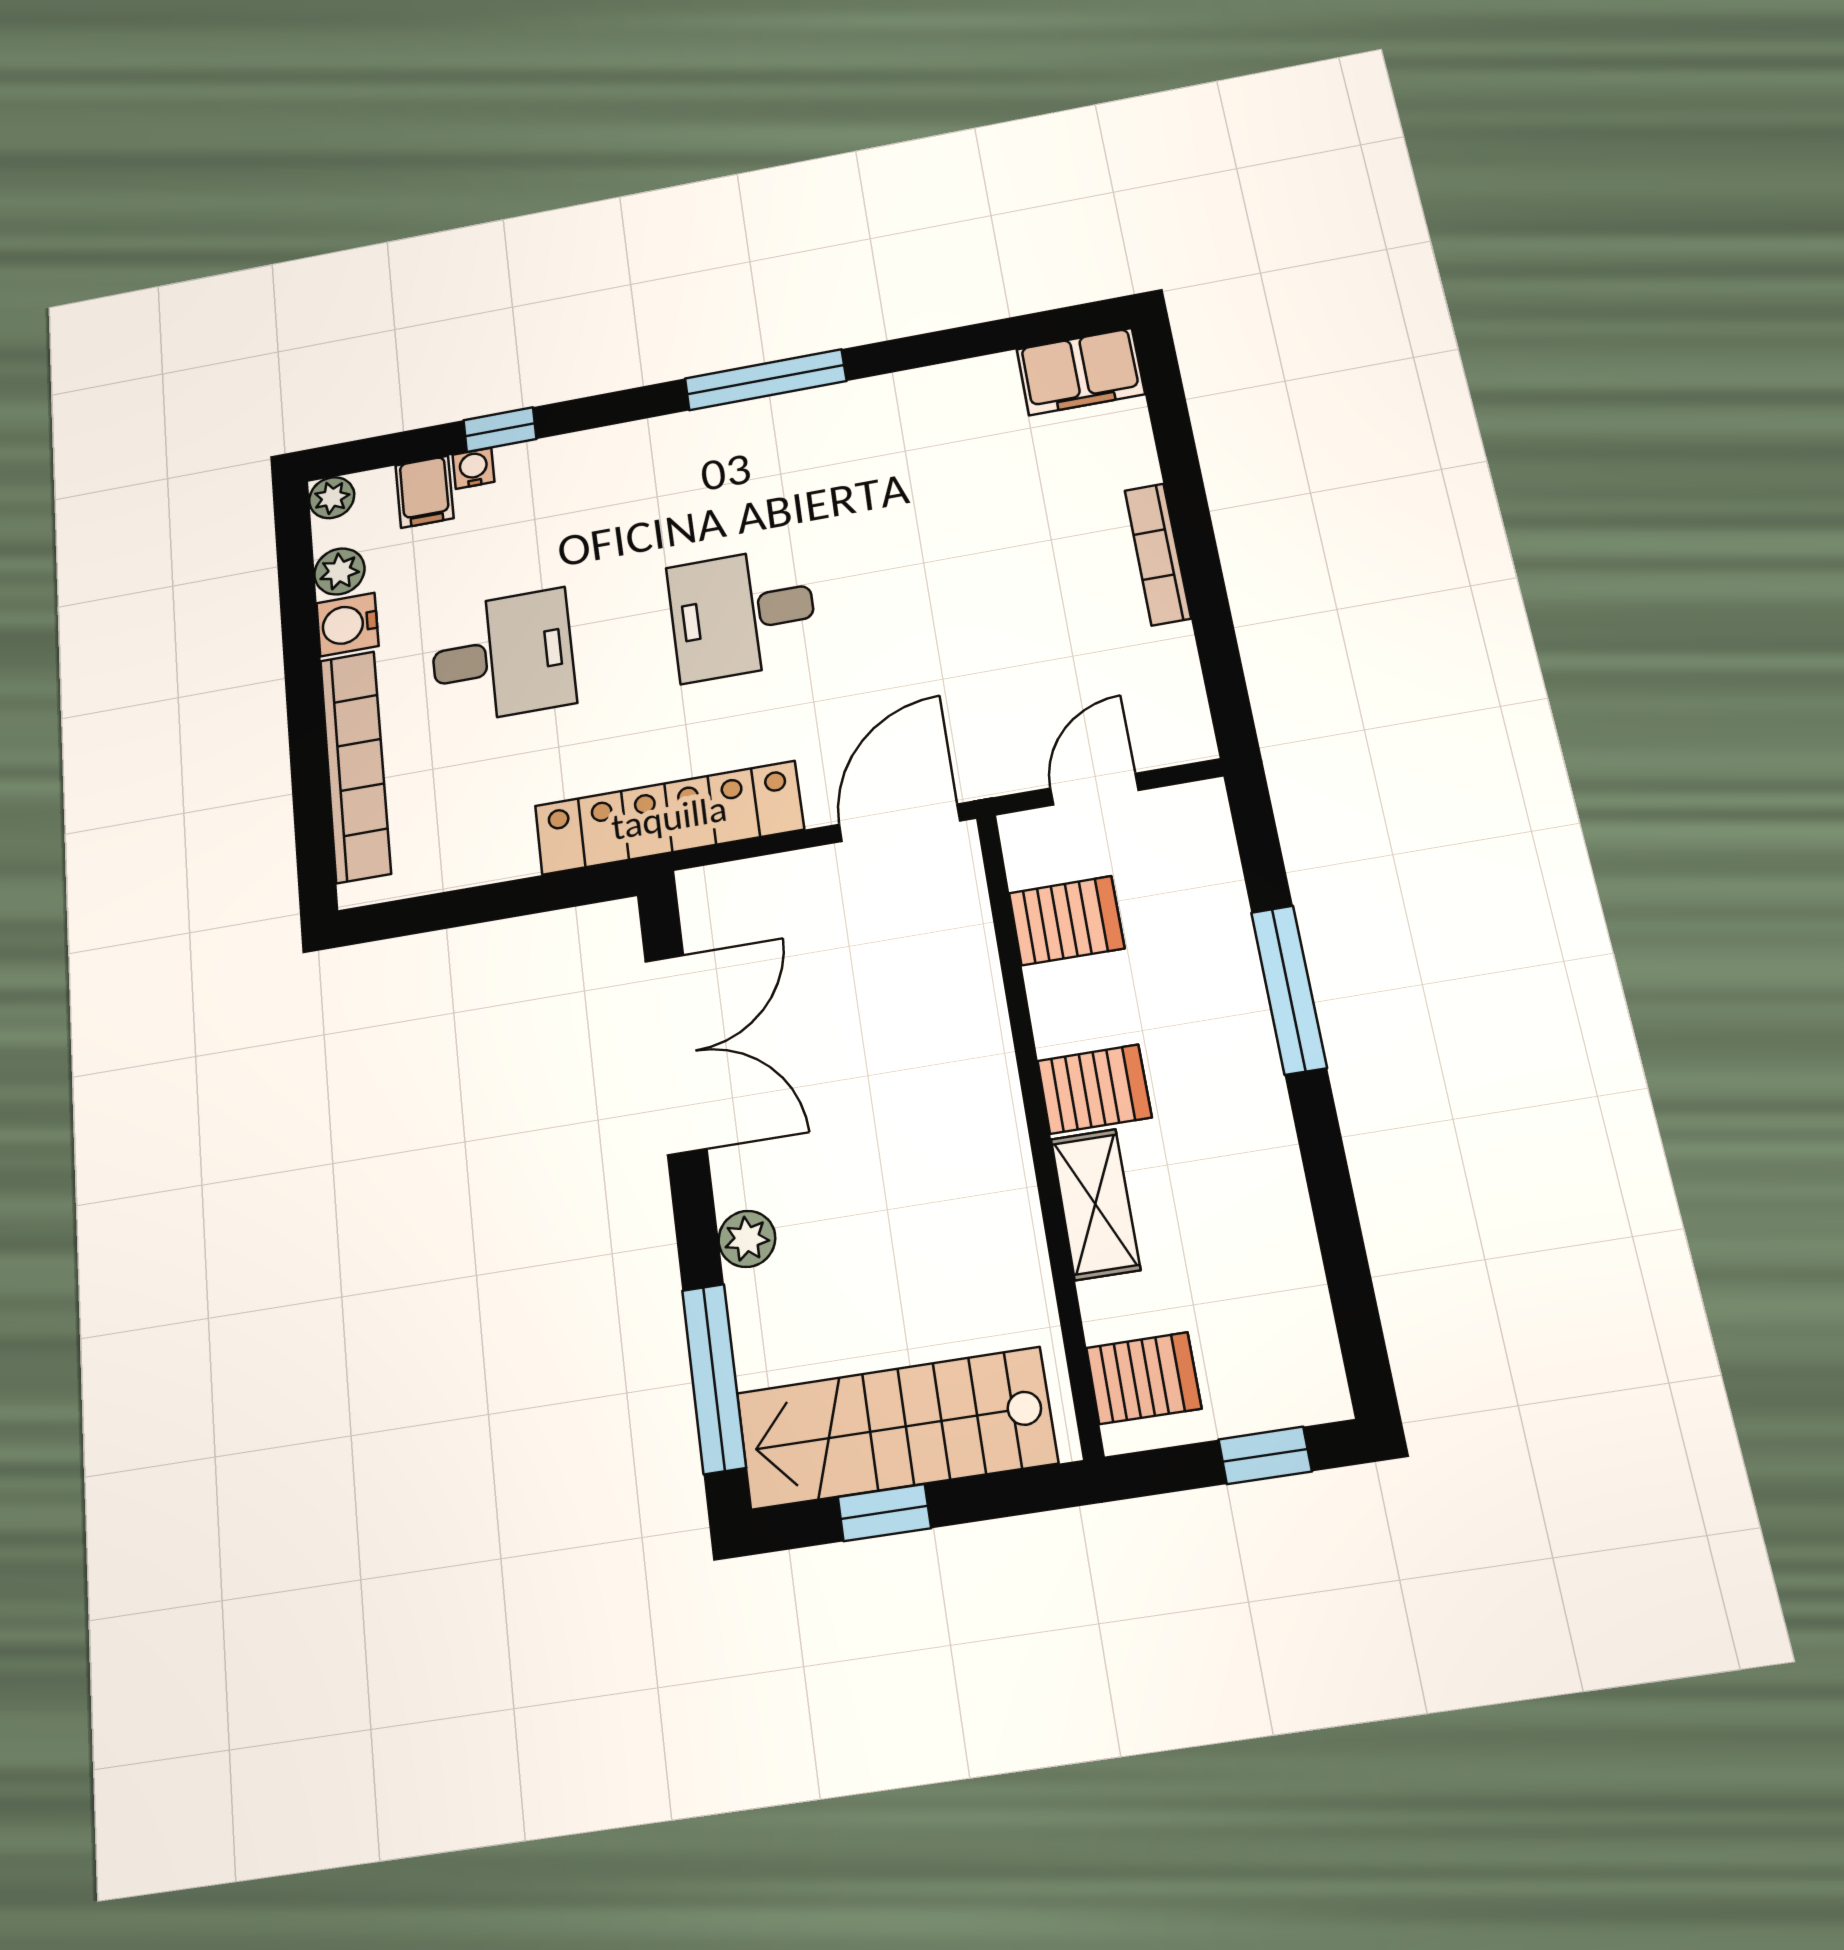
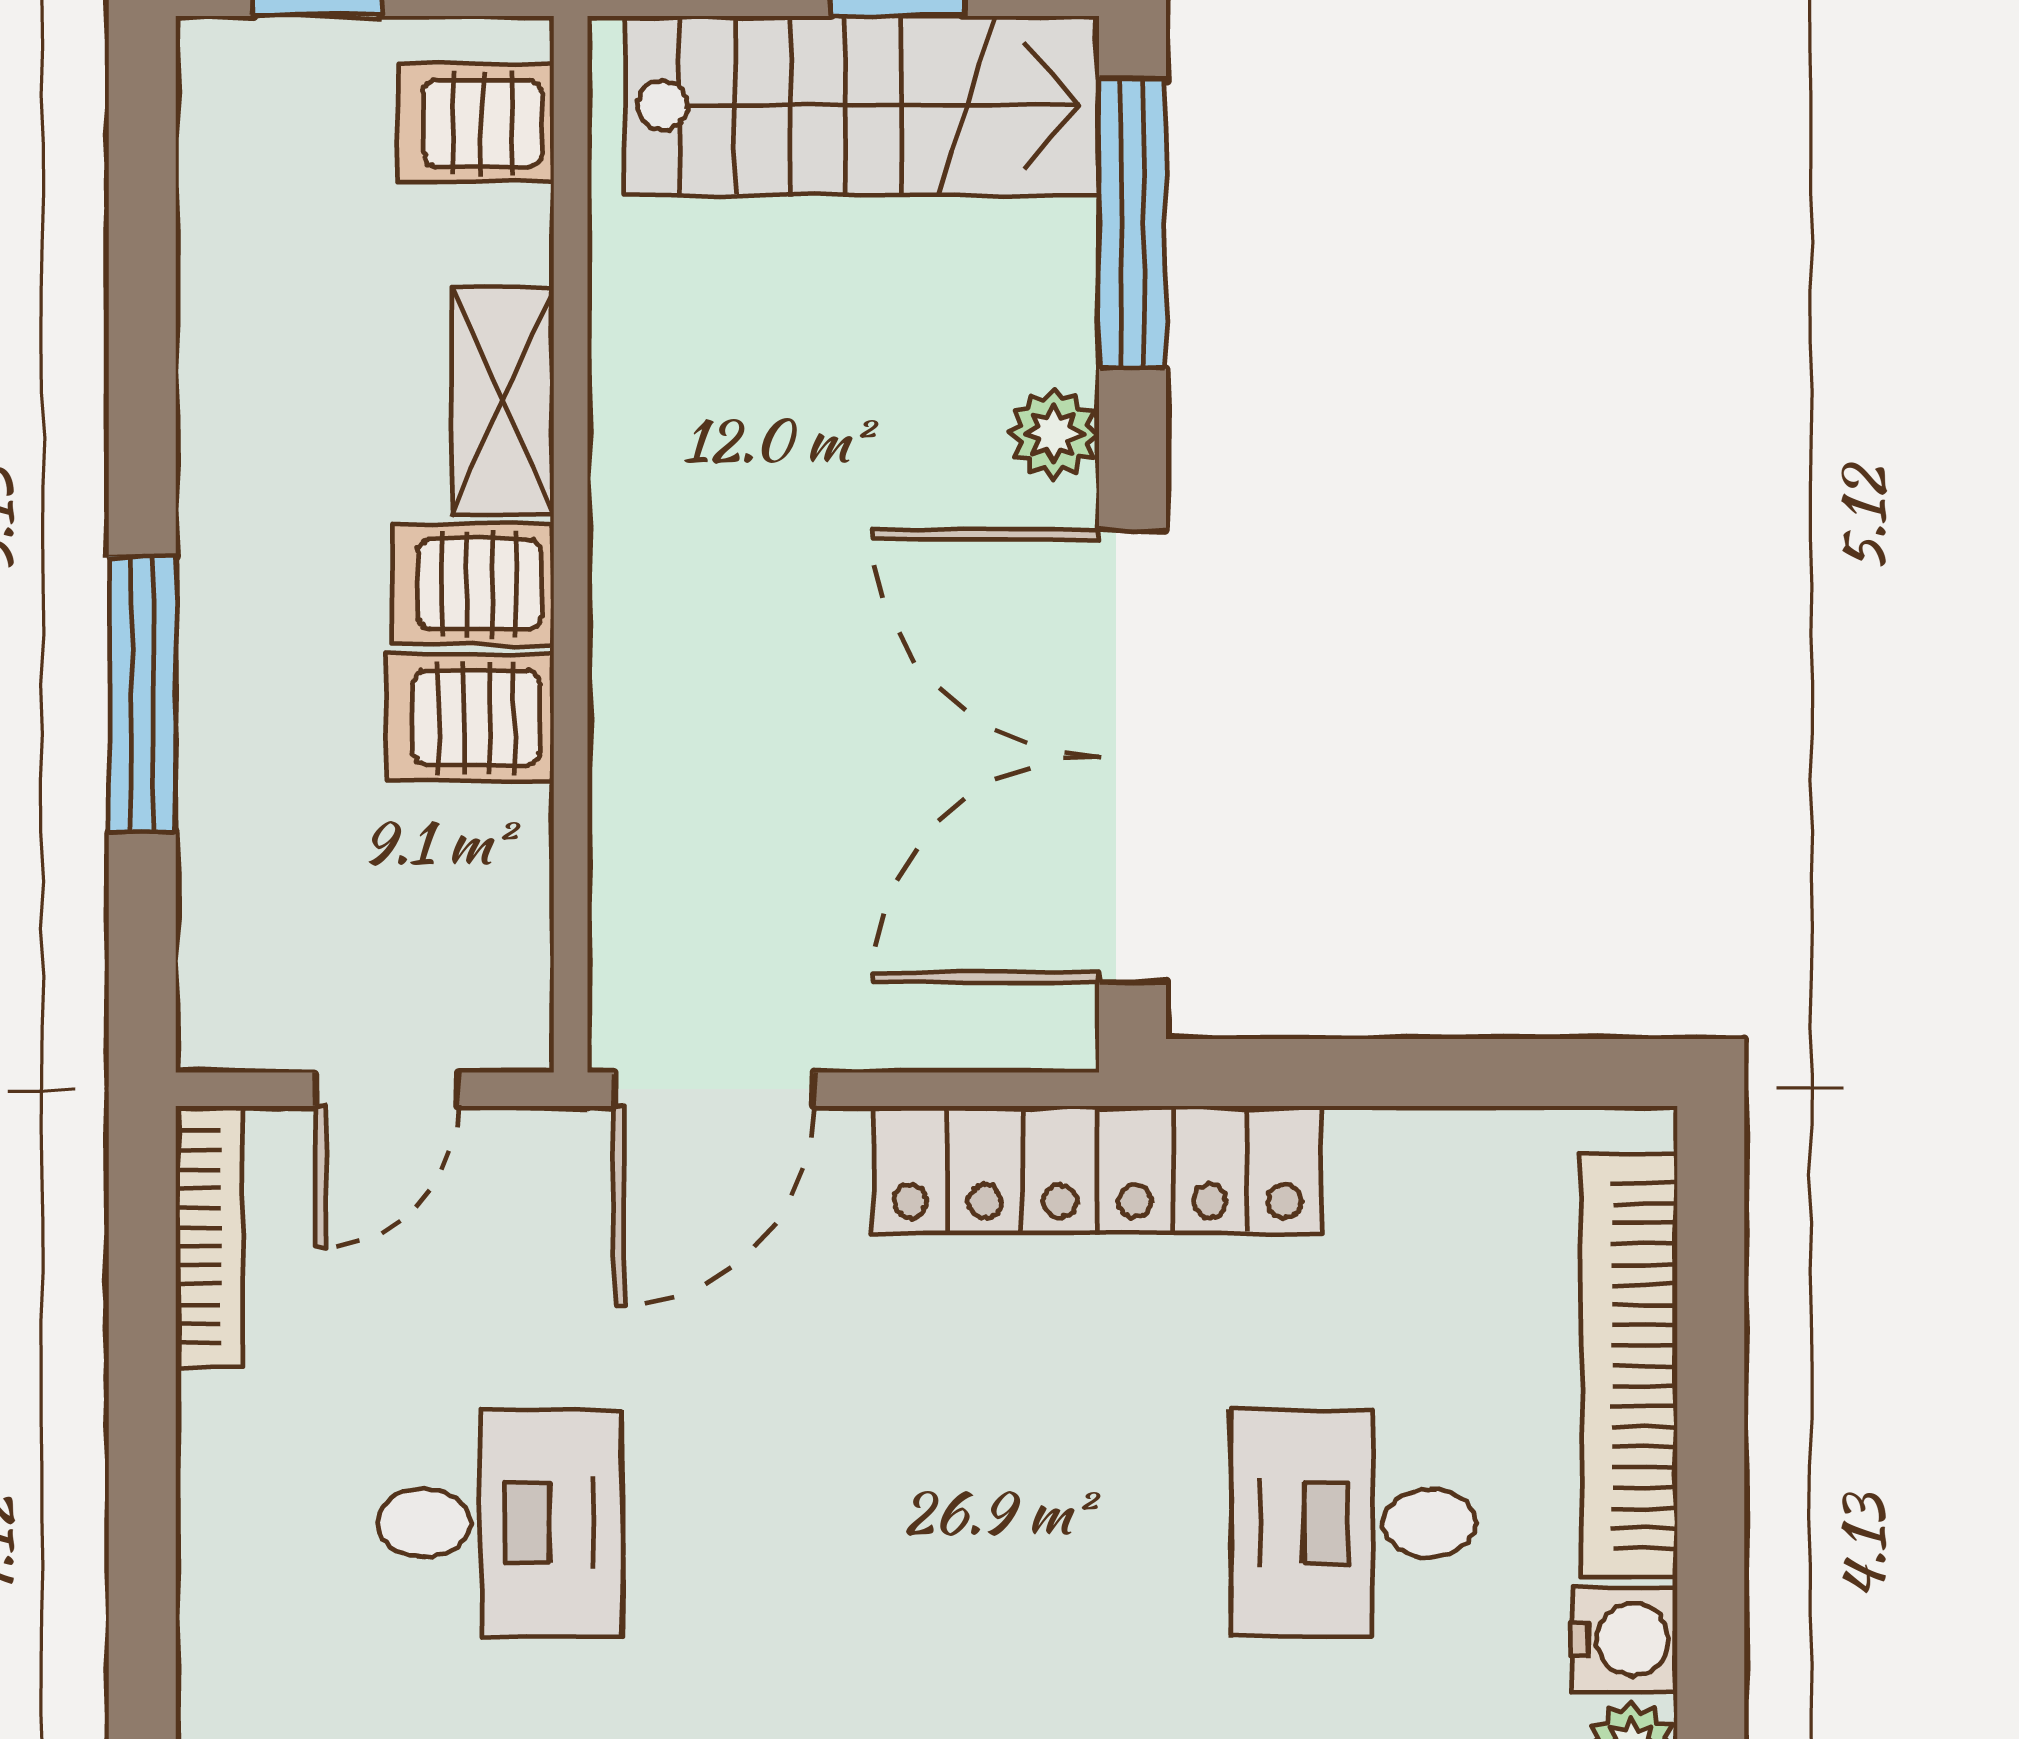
bookcase: (1158, 554) -> (209, 1237), moved
desk: (742, 613) -> (500, 1523), moved
server rack: (1067, 921) -> (470, 718), moved
double door: (676, 1054) -> (1132, 756), width x1.36

